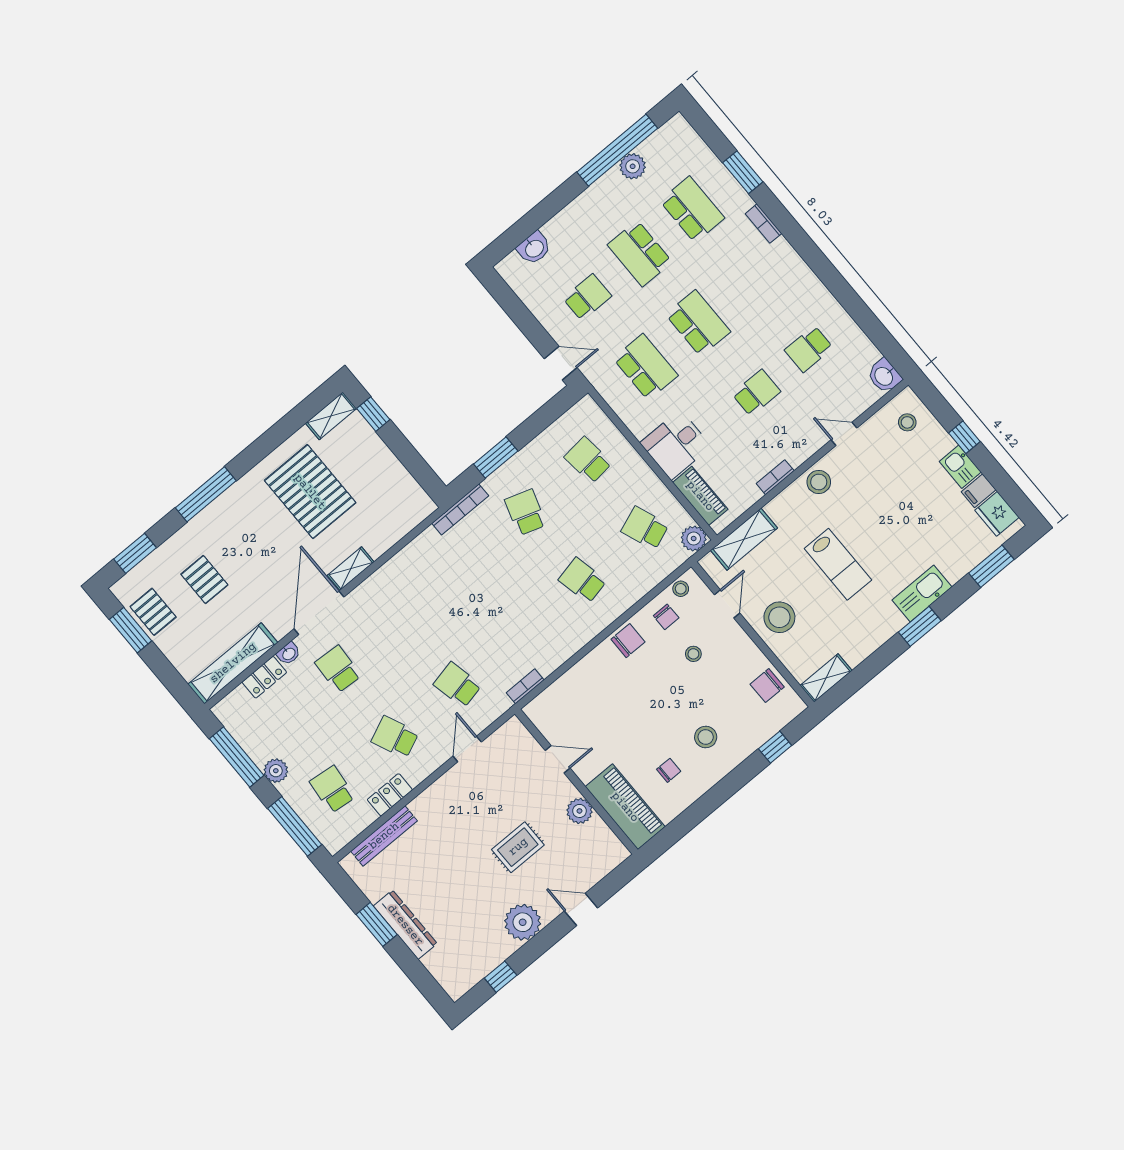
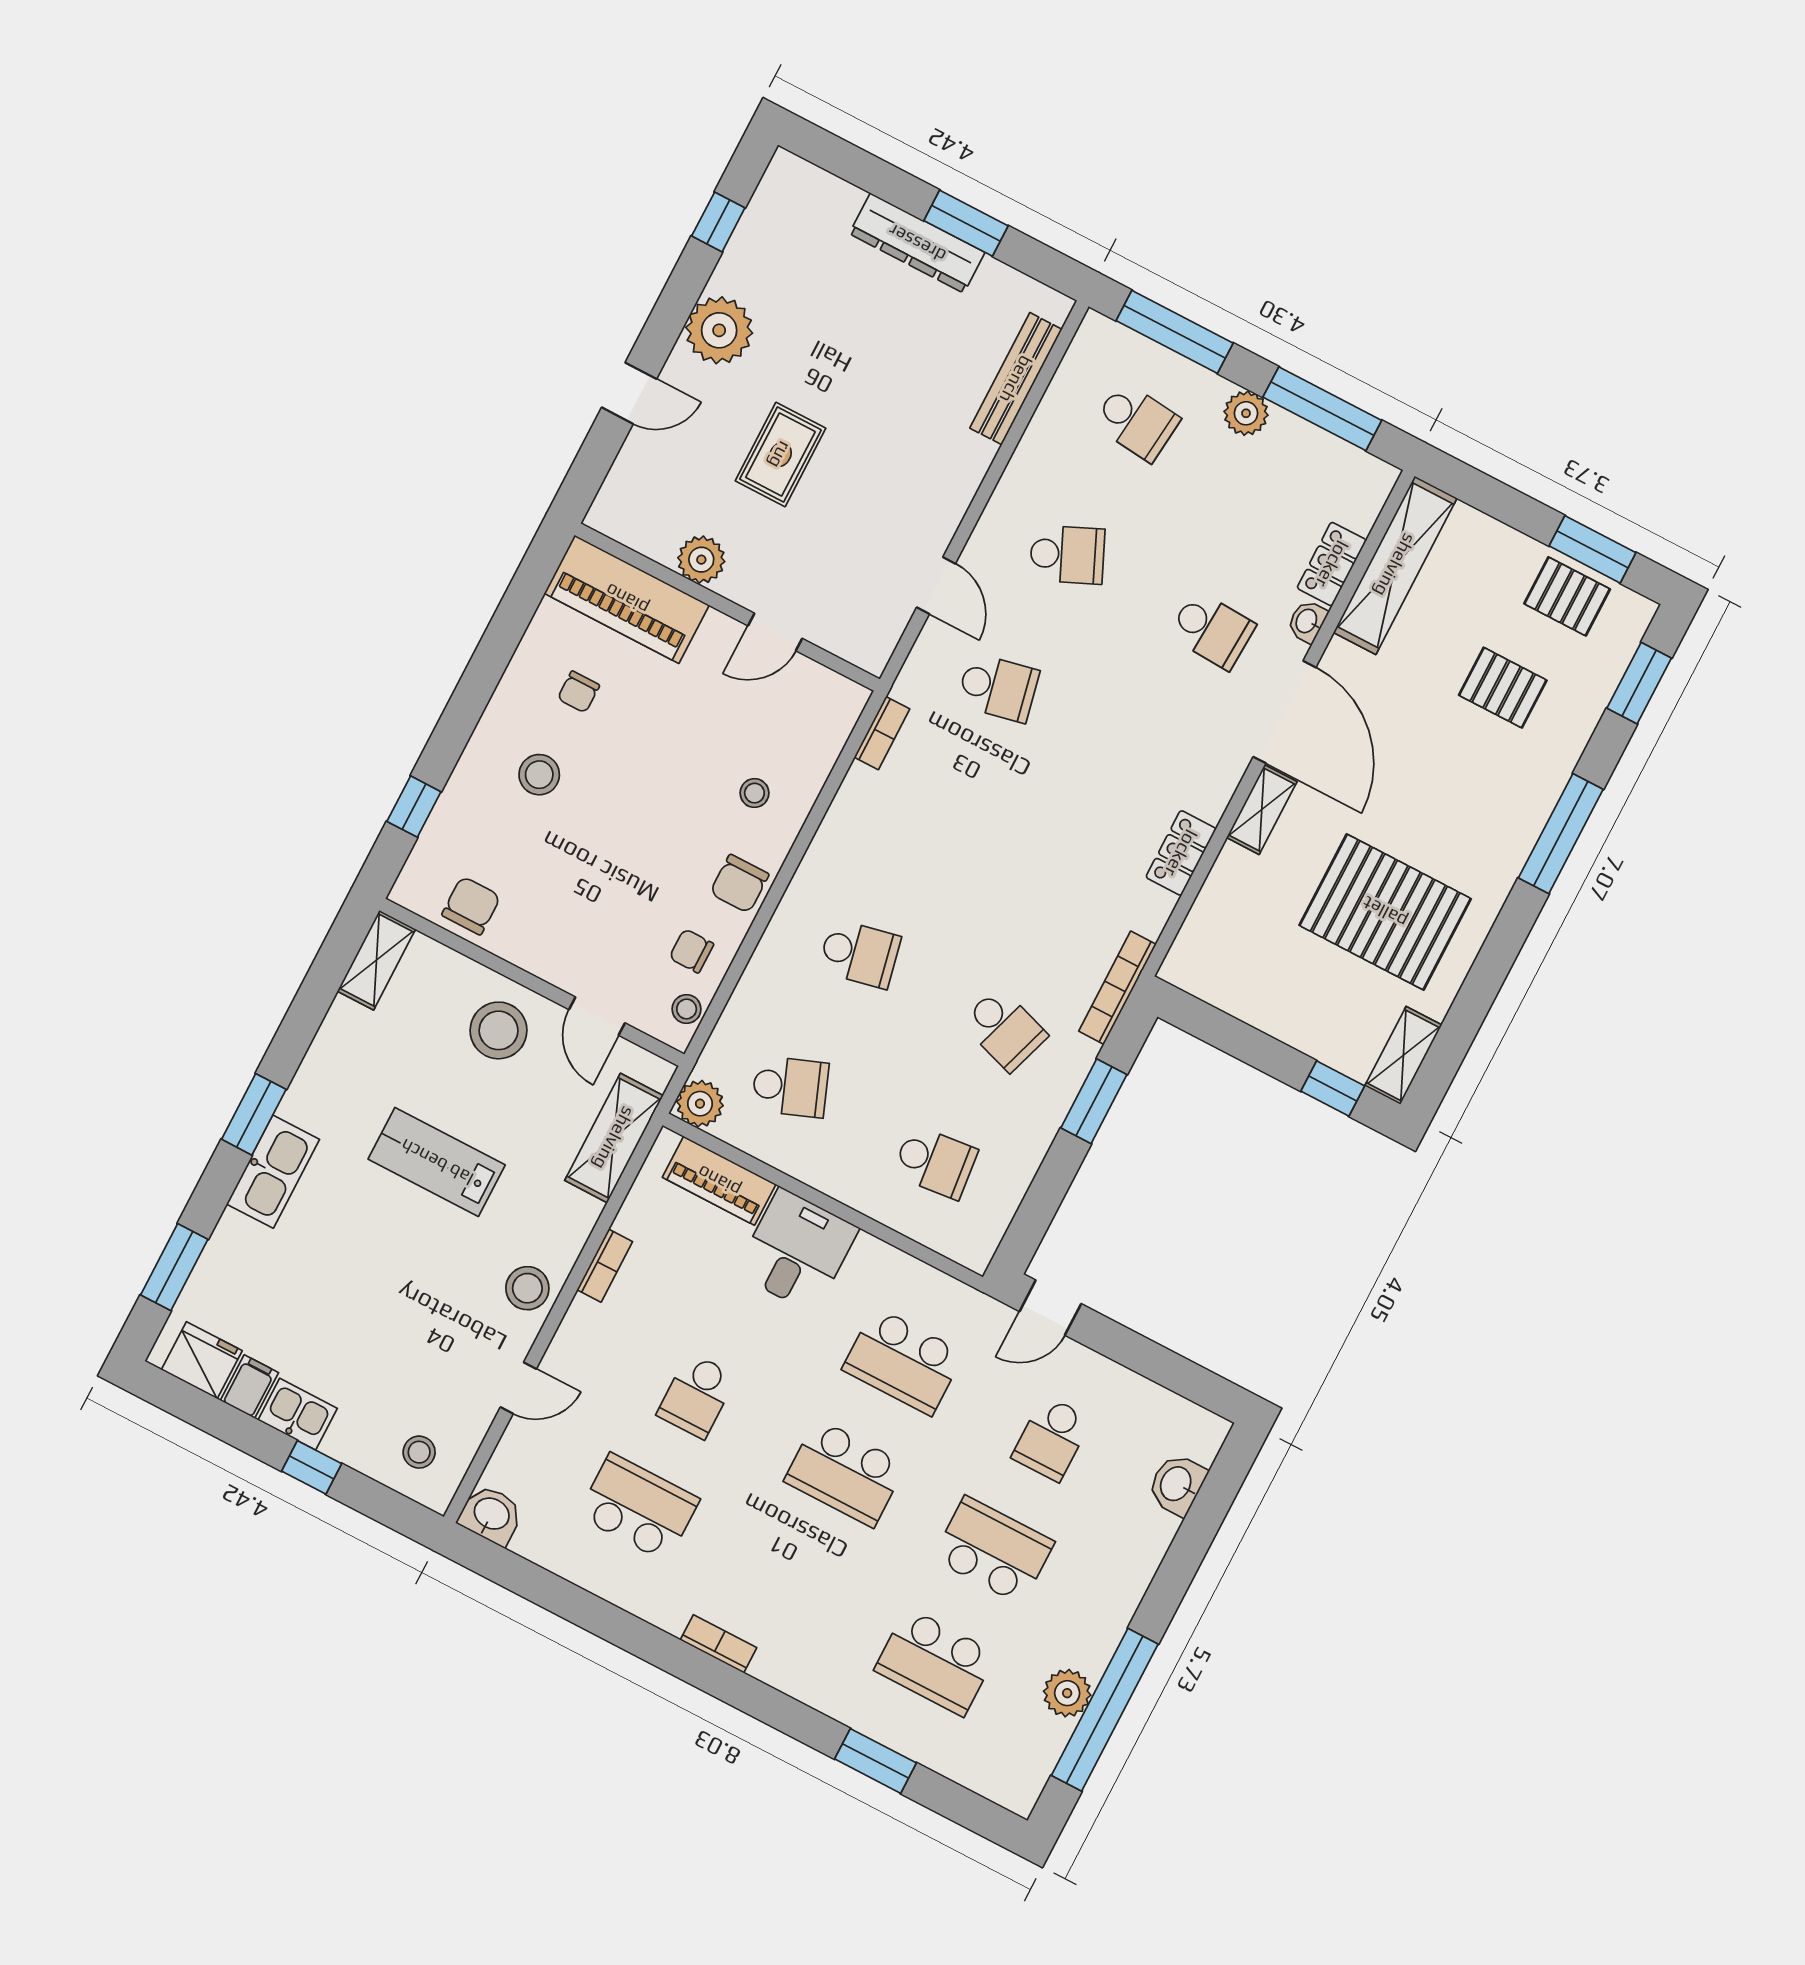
bookcase: (763, 224) -> (718, 1644), moved
school desk: (809, 349) -> (638, 1507), width x1.85
stool: (693, 654) -> (754, 793), moved
locker: (390, 795) -> (1181, 853), moved, turned 180

